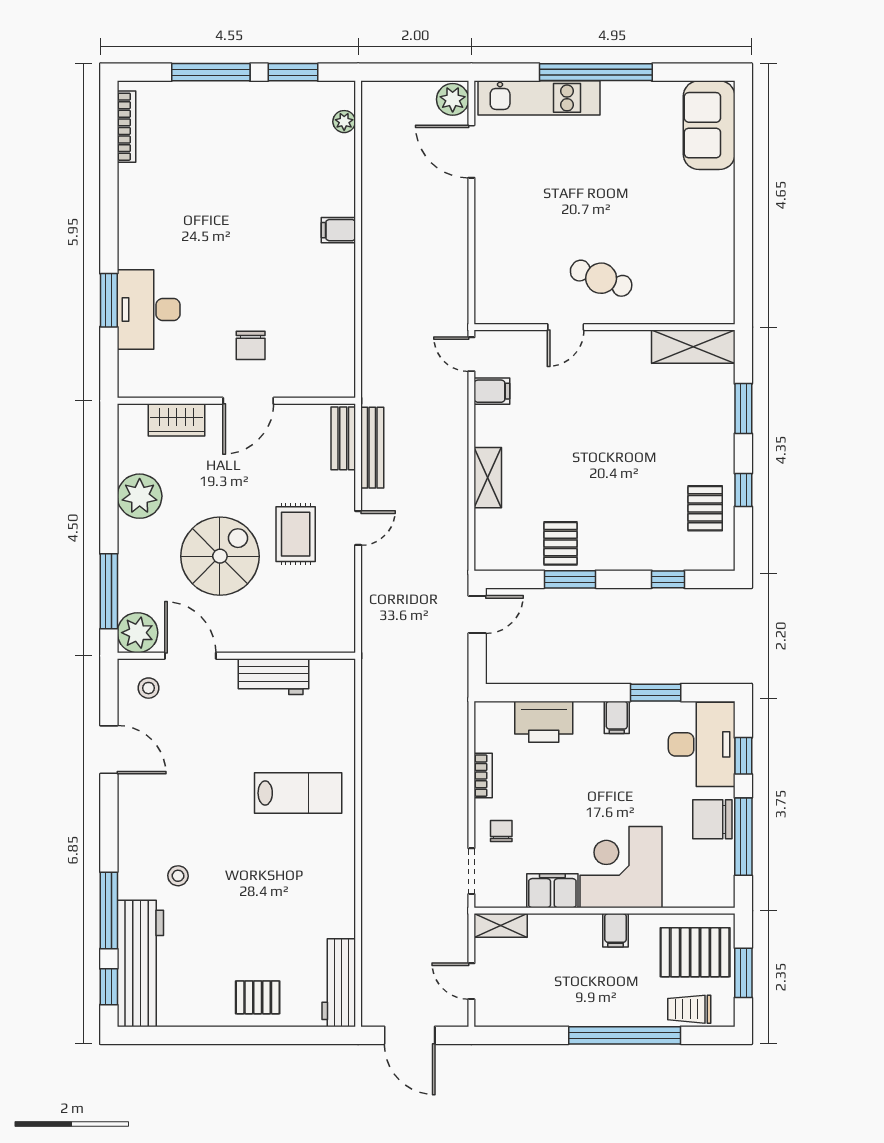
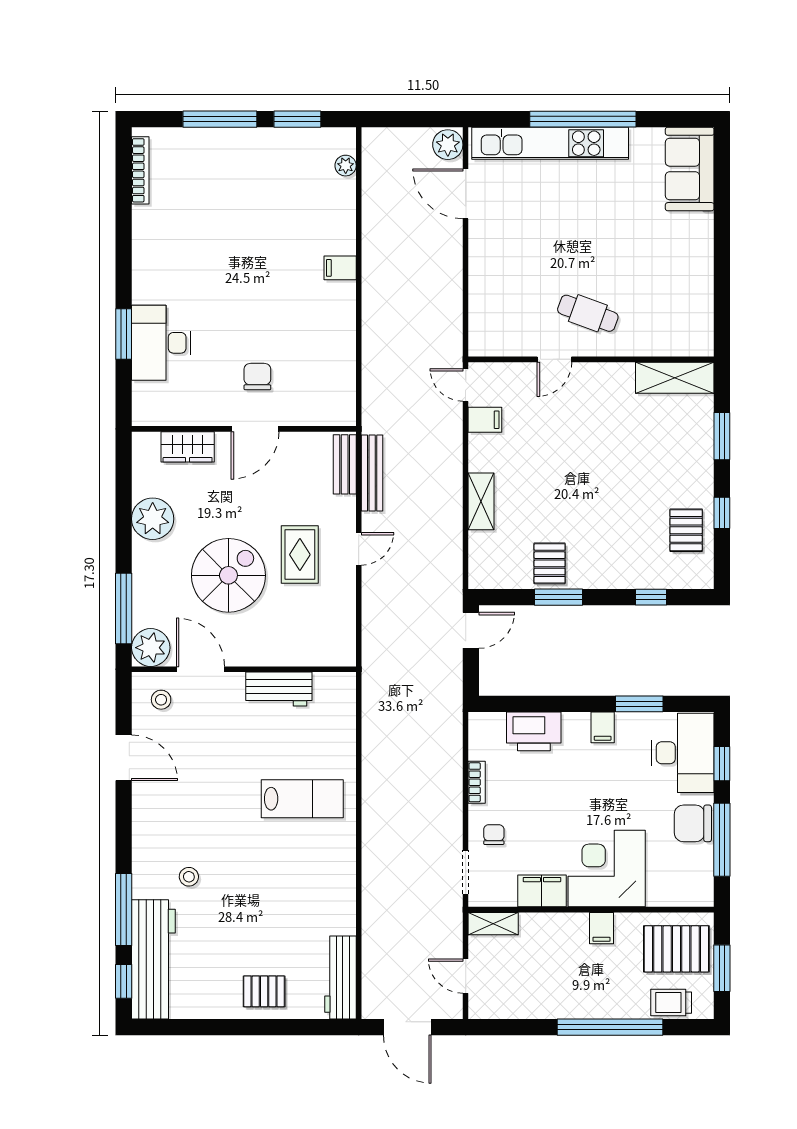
kitchen unit: (539, 98) -> (550, 143), width x1.36
chair: (251, 345) -> (257, 377), turned 180

